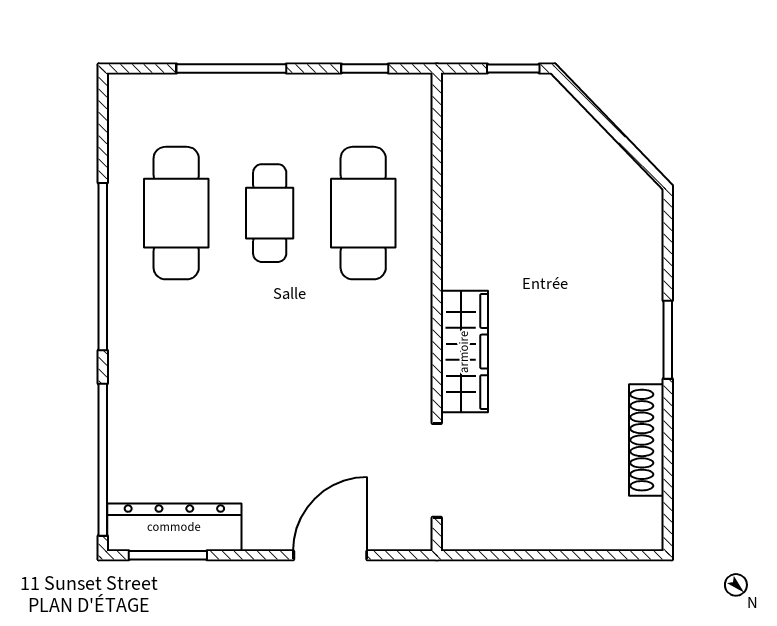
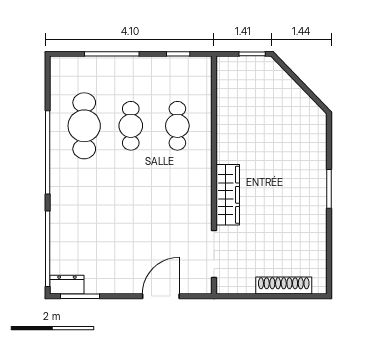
cafe table: (363, 213) -> (177, 126), width x0.73, depth x0.74
shoe rack: (646, 440) -> (284, 286), moved, turned 90
dresser: (174, 527) -> (67, 285), width x0.51, depth x0.80

